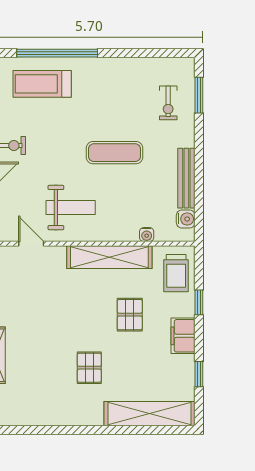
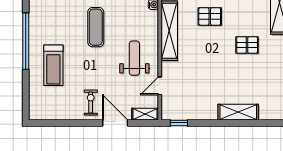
window: (57, 53) -> (26, 41), moved
treadmill: (42, 84) -> (53, 65), moved

